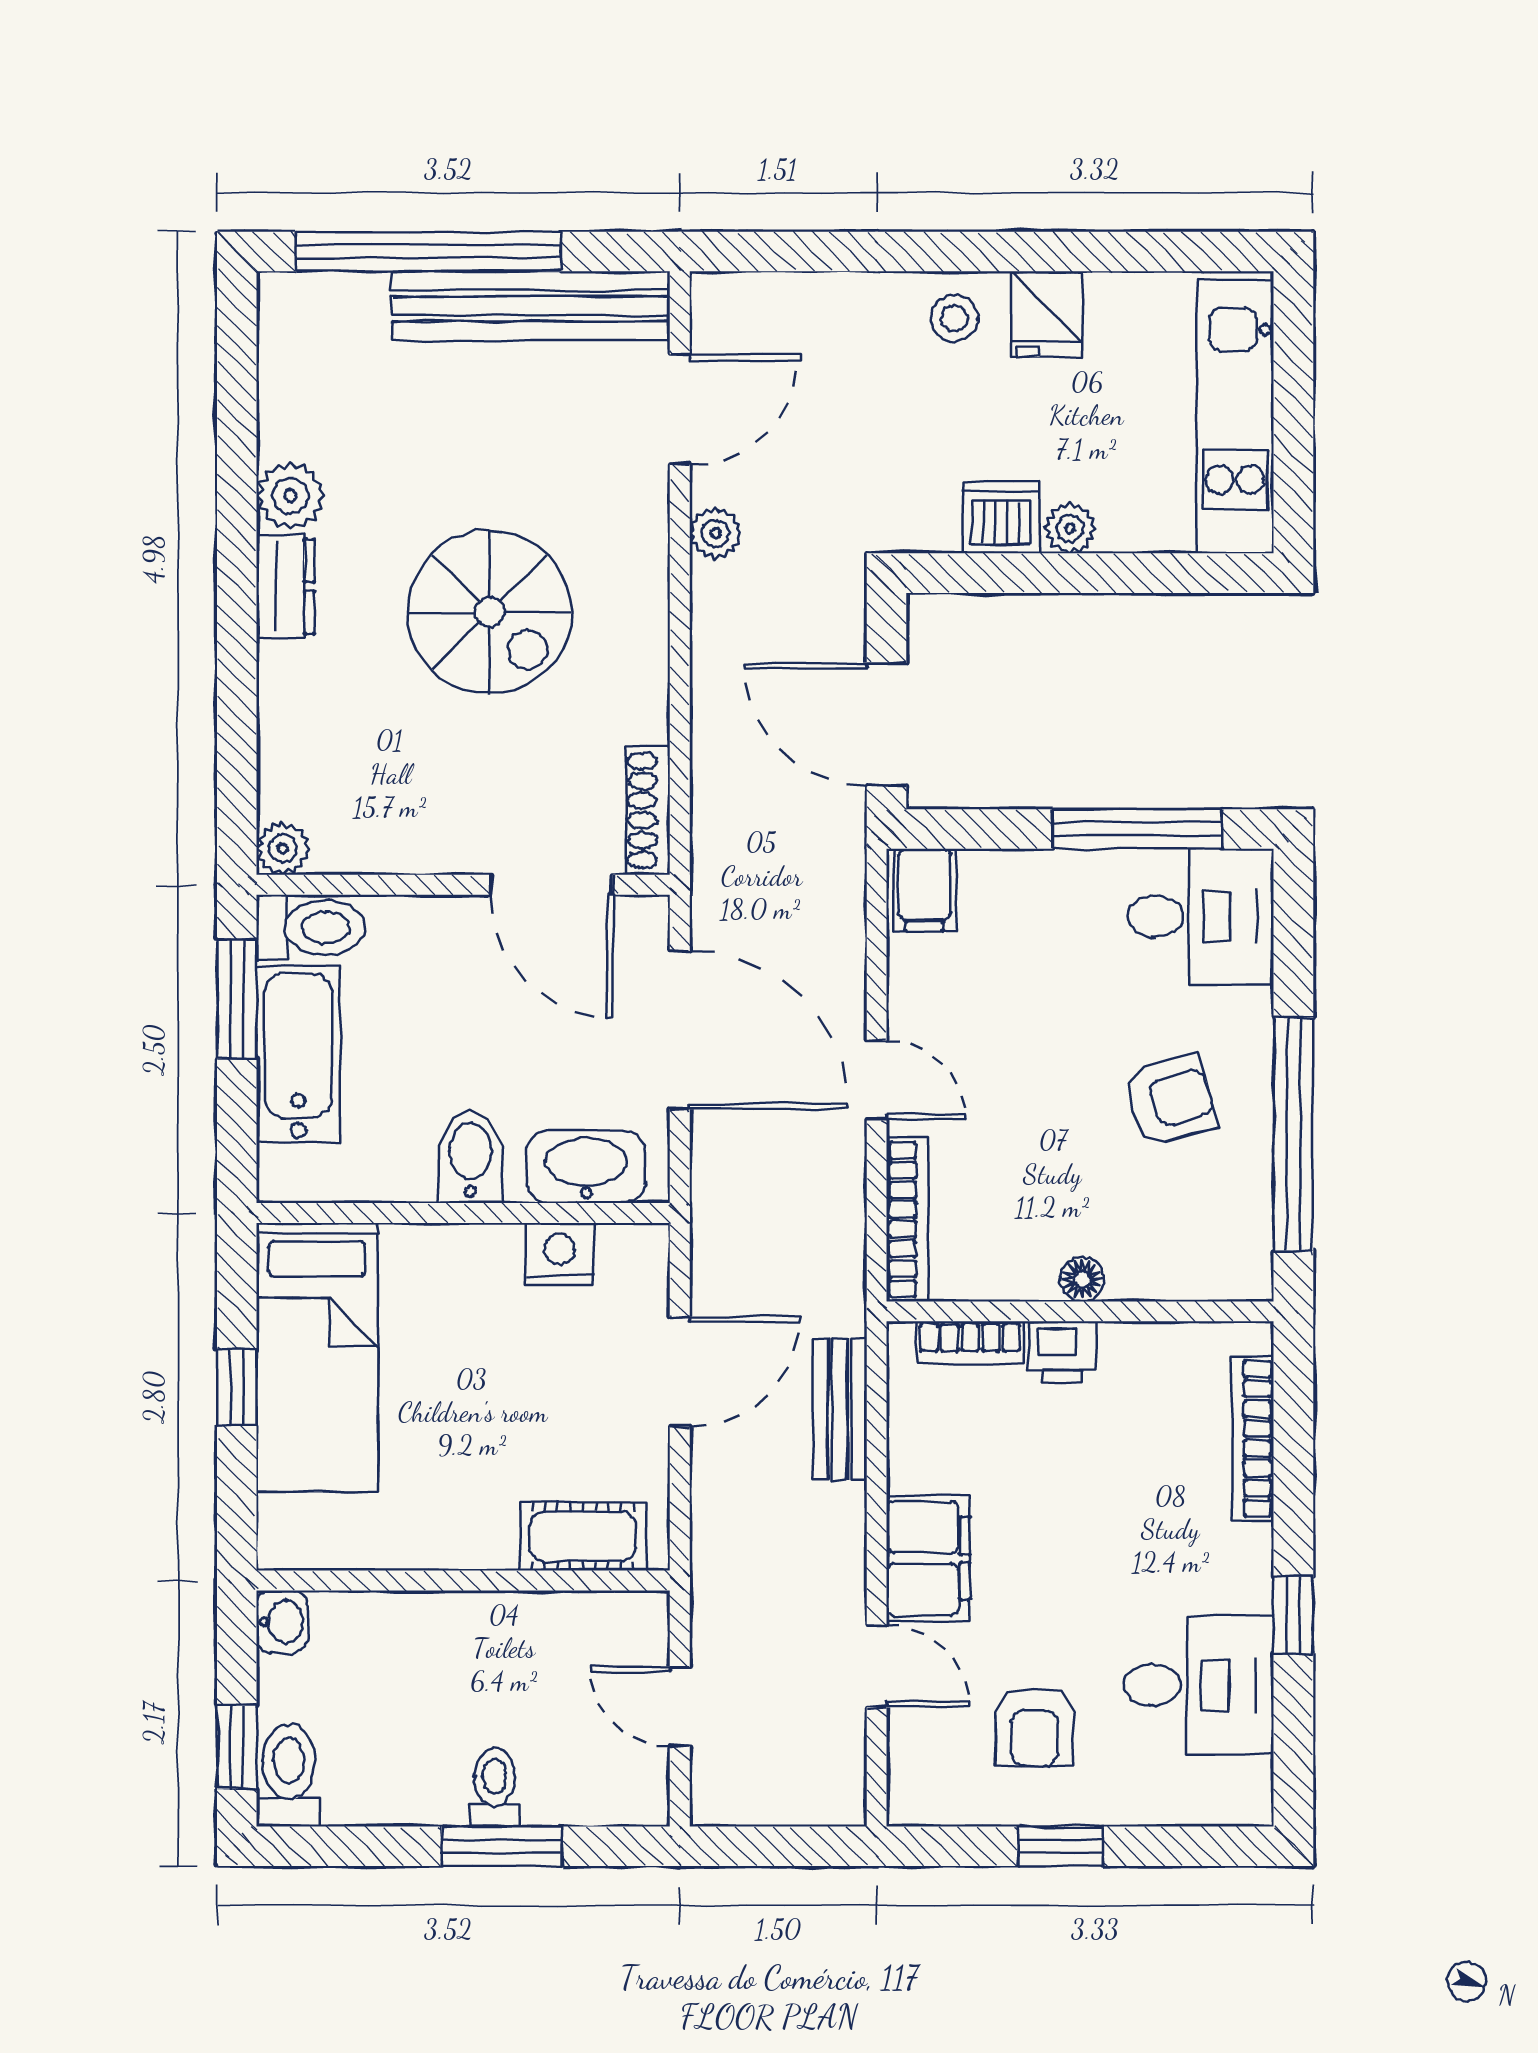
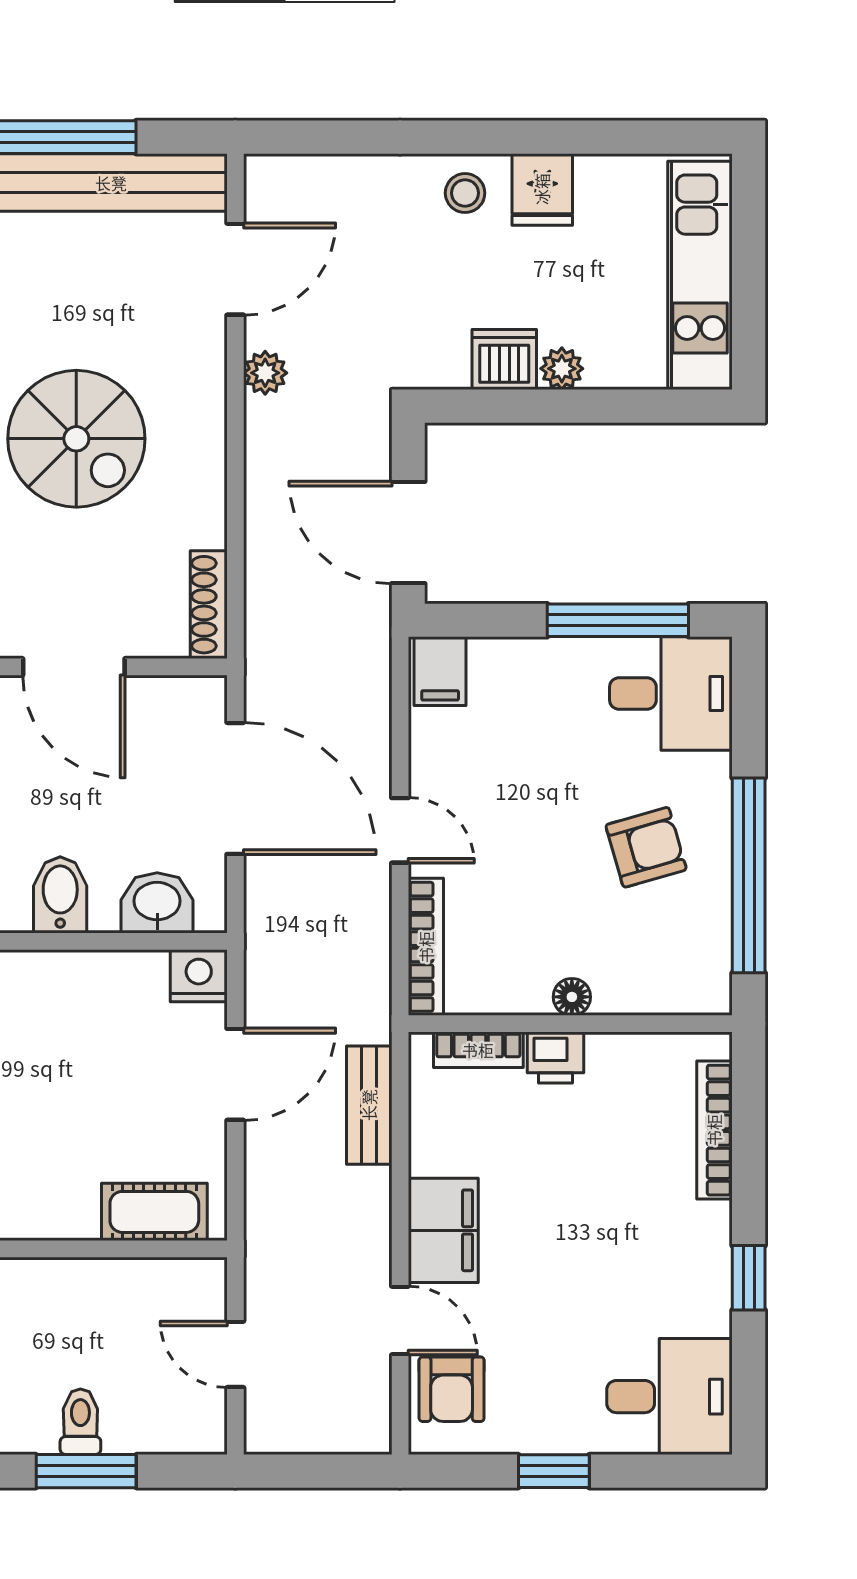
door: (552, 885) -> (74, 667), moved
washbasin: (586, 1167) -> (157, 903), width x0.72
nightstand: (560, 1254) -> (199, 976), moved
desk: (1199, 1685) -> (670, 1397), moved
armchair: (1034, 1727) -> (452, 1389), moved

